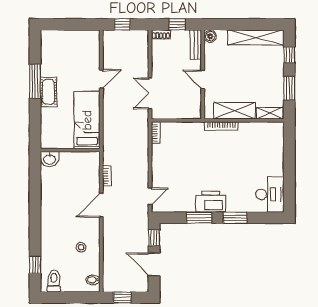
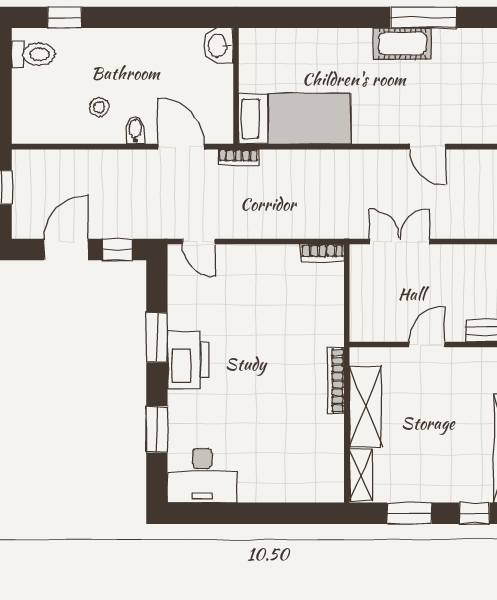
bed: (87, 120) -> (295, 119), moved
wall: (70, 150) -> (236, 86), moved
washbasin: (50, 159) -> (218, 46), moved
window: (235, 218) -> (157, 429), moved
bidet: (93, 280) -> (135, 130), moved

